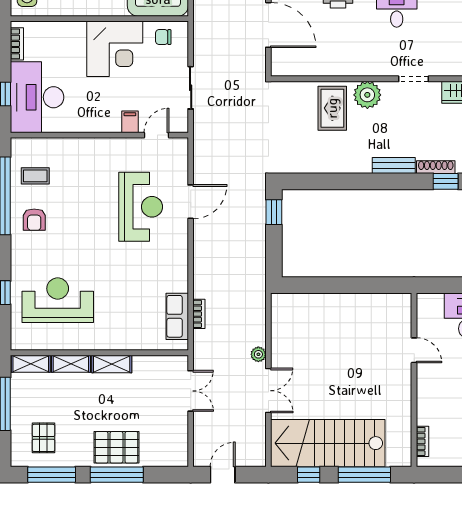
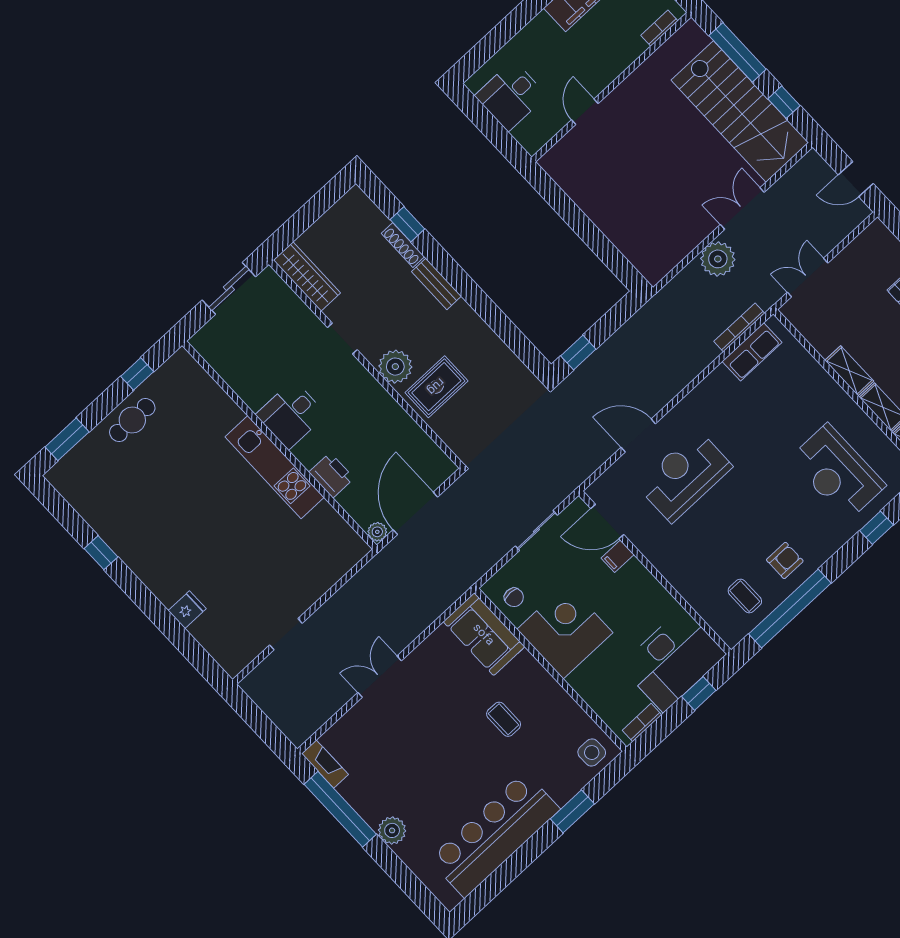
door: (156, 135) -> (607, 522), width x1.38
bookcase: (199, 314) -> (739, 327), width x1.56
plant: (258, 354) -> (718, 259), width x1.88, depth x1.88

